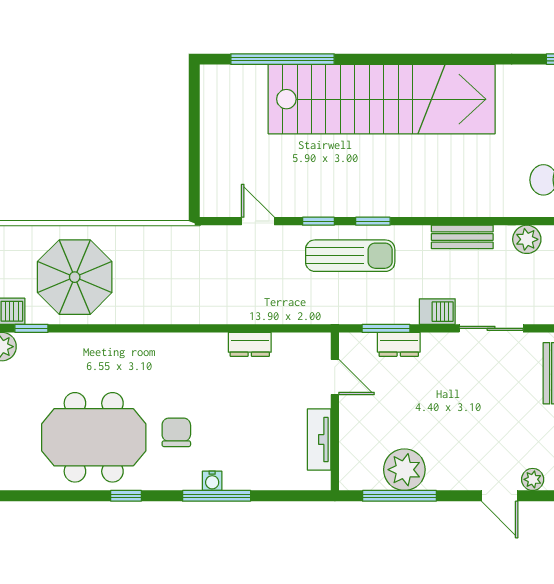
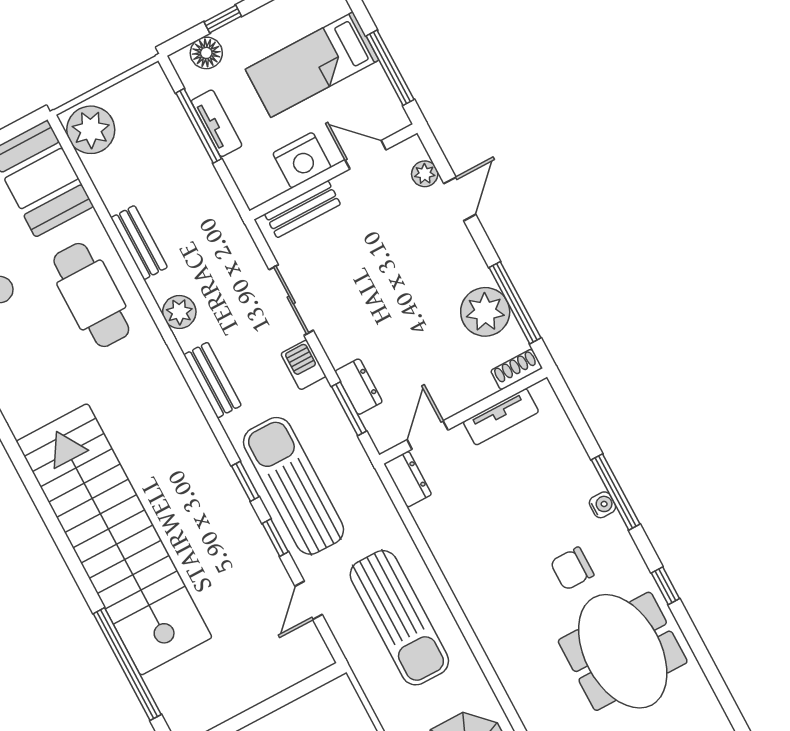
sun lounger: (350, 256) -> (293, 486), width x1.36, depth x1.34
sun lounger: (208, 283) -> (399, 618), added
dresser: (250, 344) -> (408, 479), moved
shoe rack: (349, 470) -> (516, 369), added

